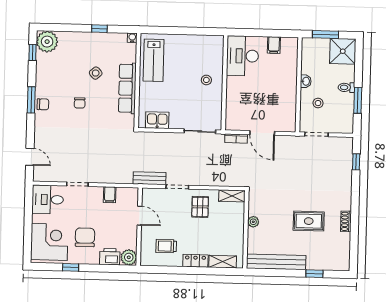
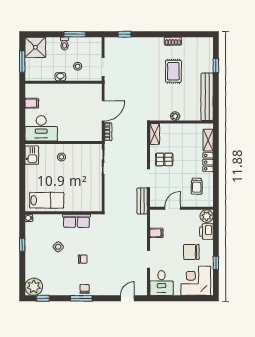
row of seats: (127, 88) -> (76, 221), width x0.68
kitchen sink: (157, 120) -> (32, 155), moved, turned 180

